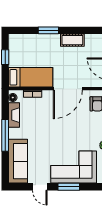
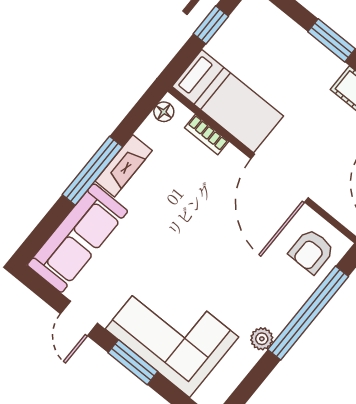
door: (68, 89) -> (280, 178), hinge flipped
fireplace: (14, 115) -> (124, 166), moved

